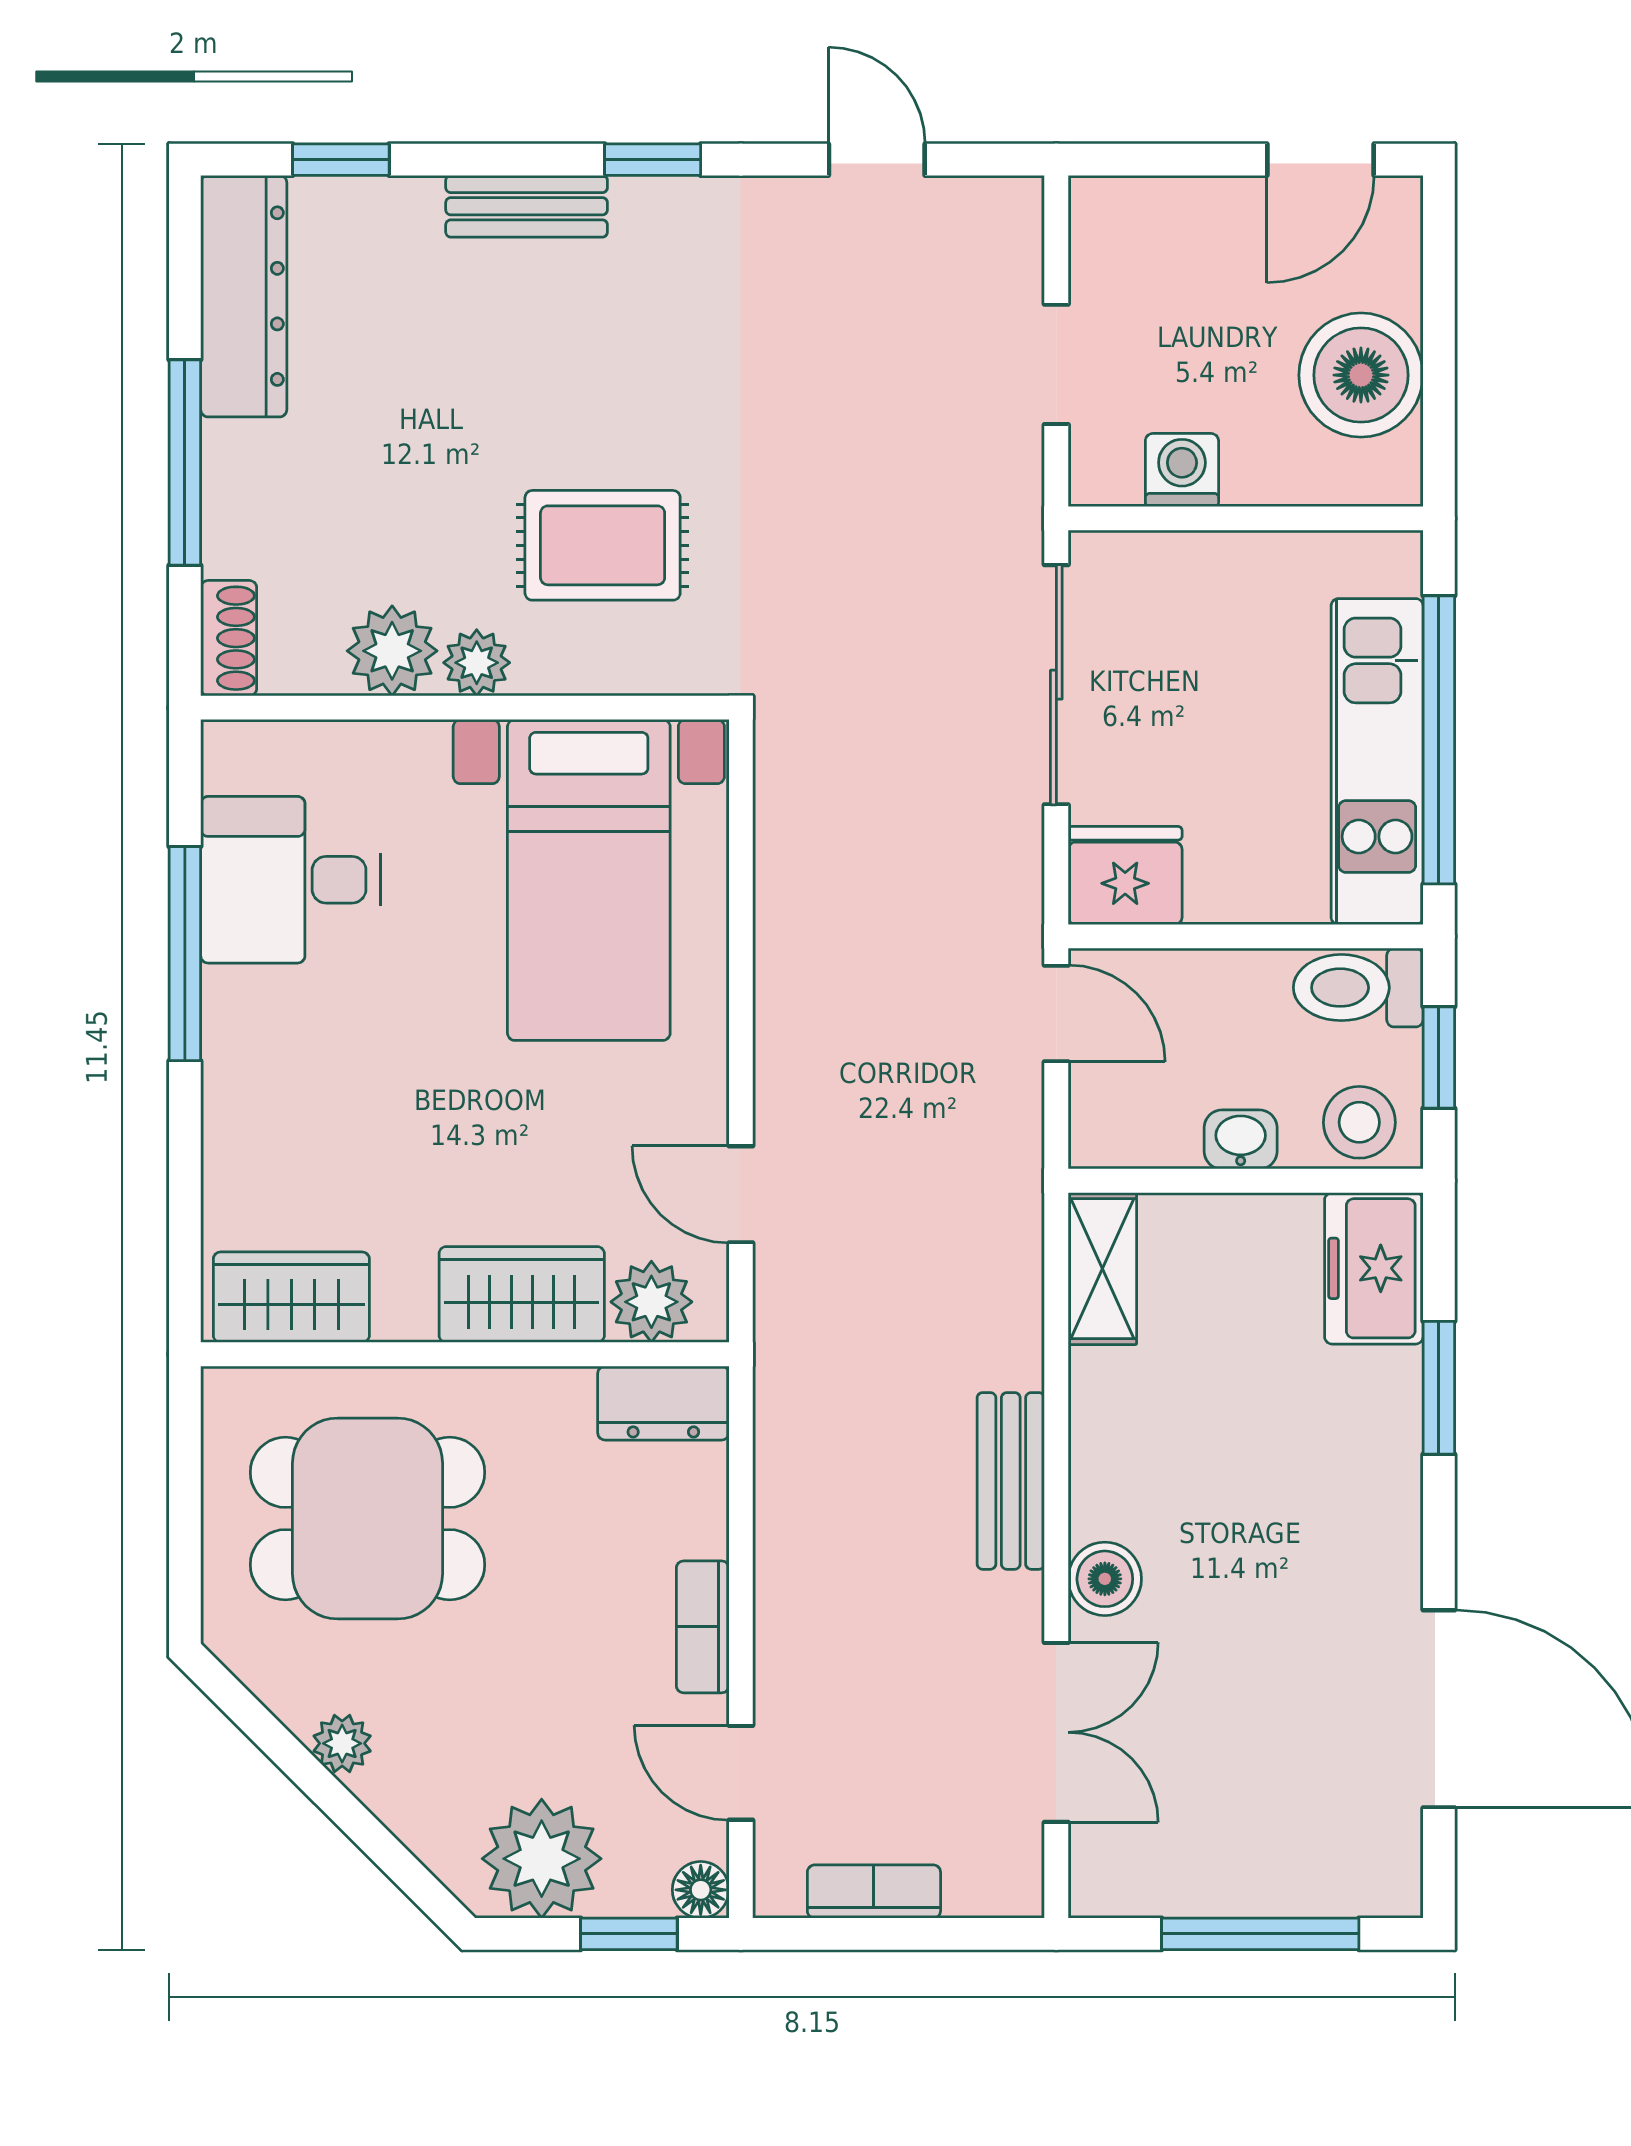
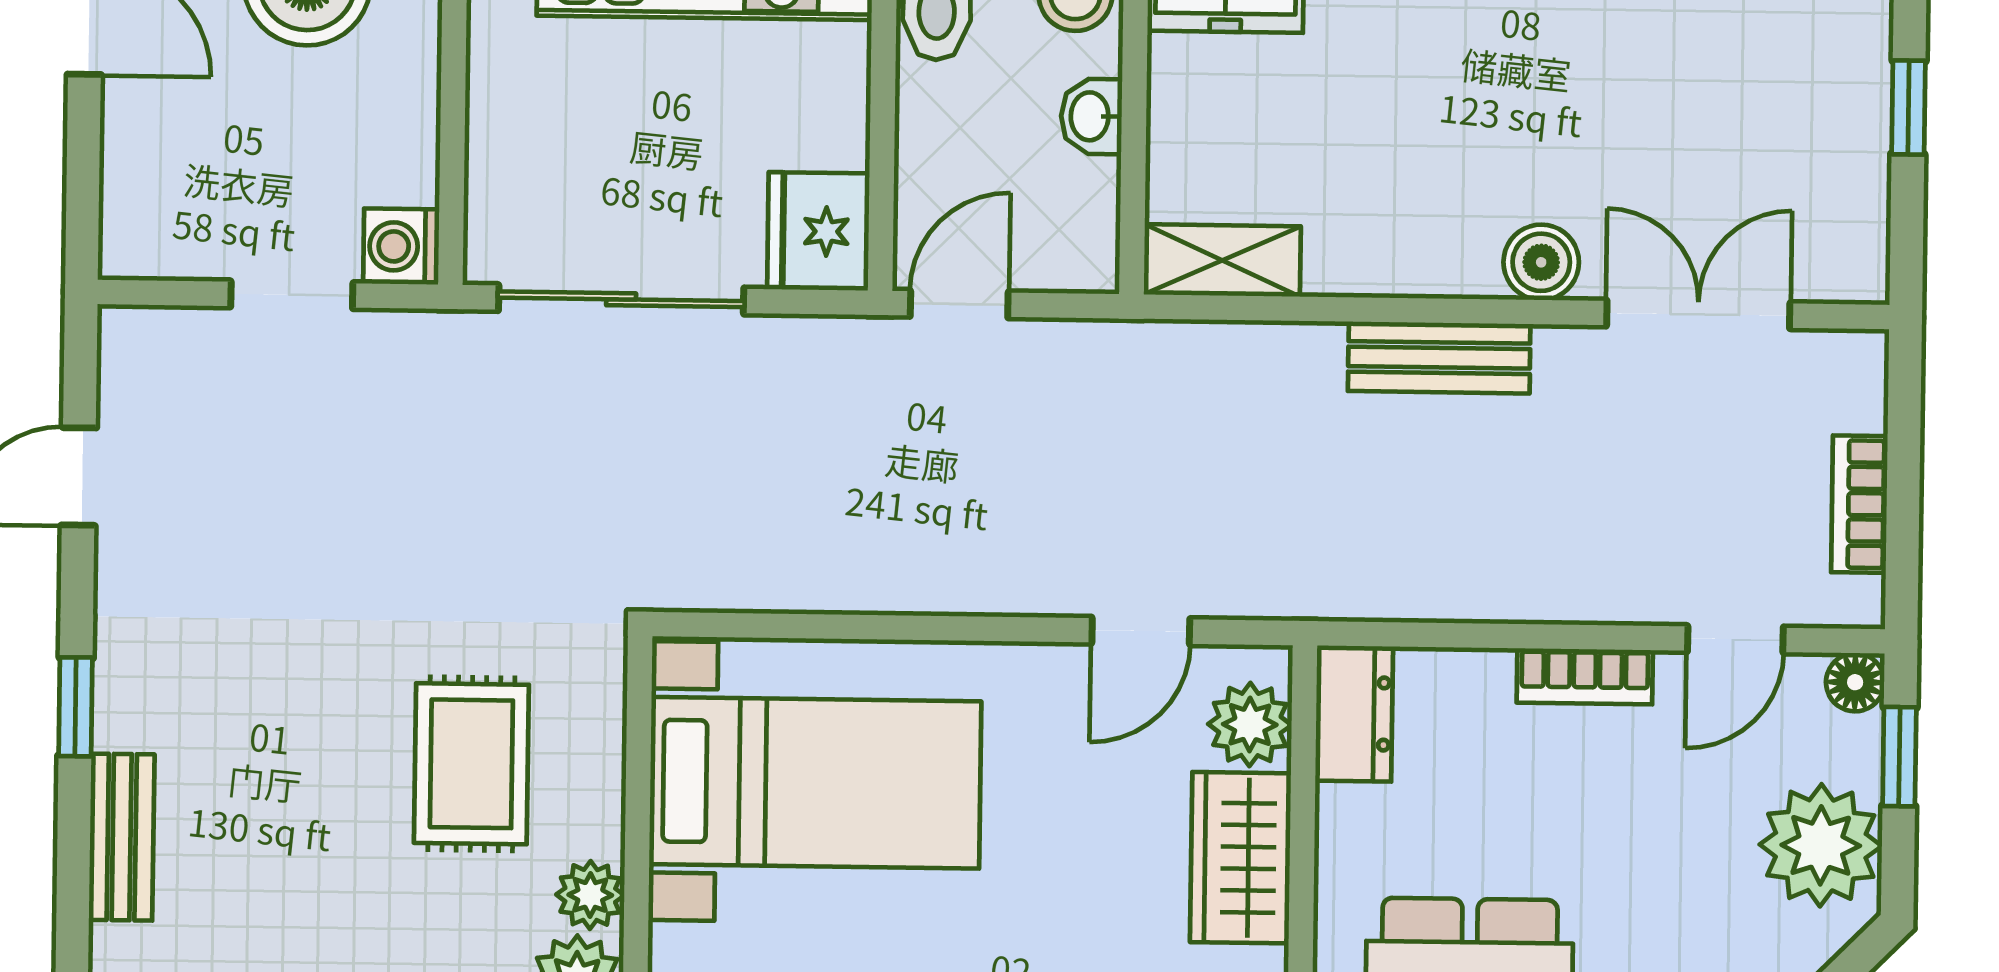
washing machine: (1182, 470) -> (401, 246), moved
window: (1260, 1934) -> (1908, 108), width x0.46

